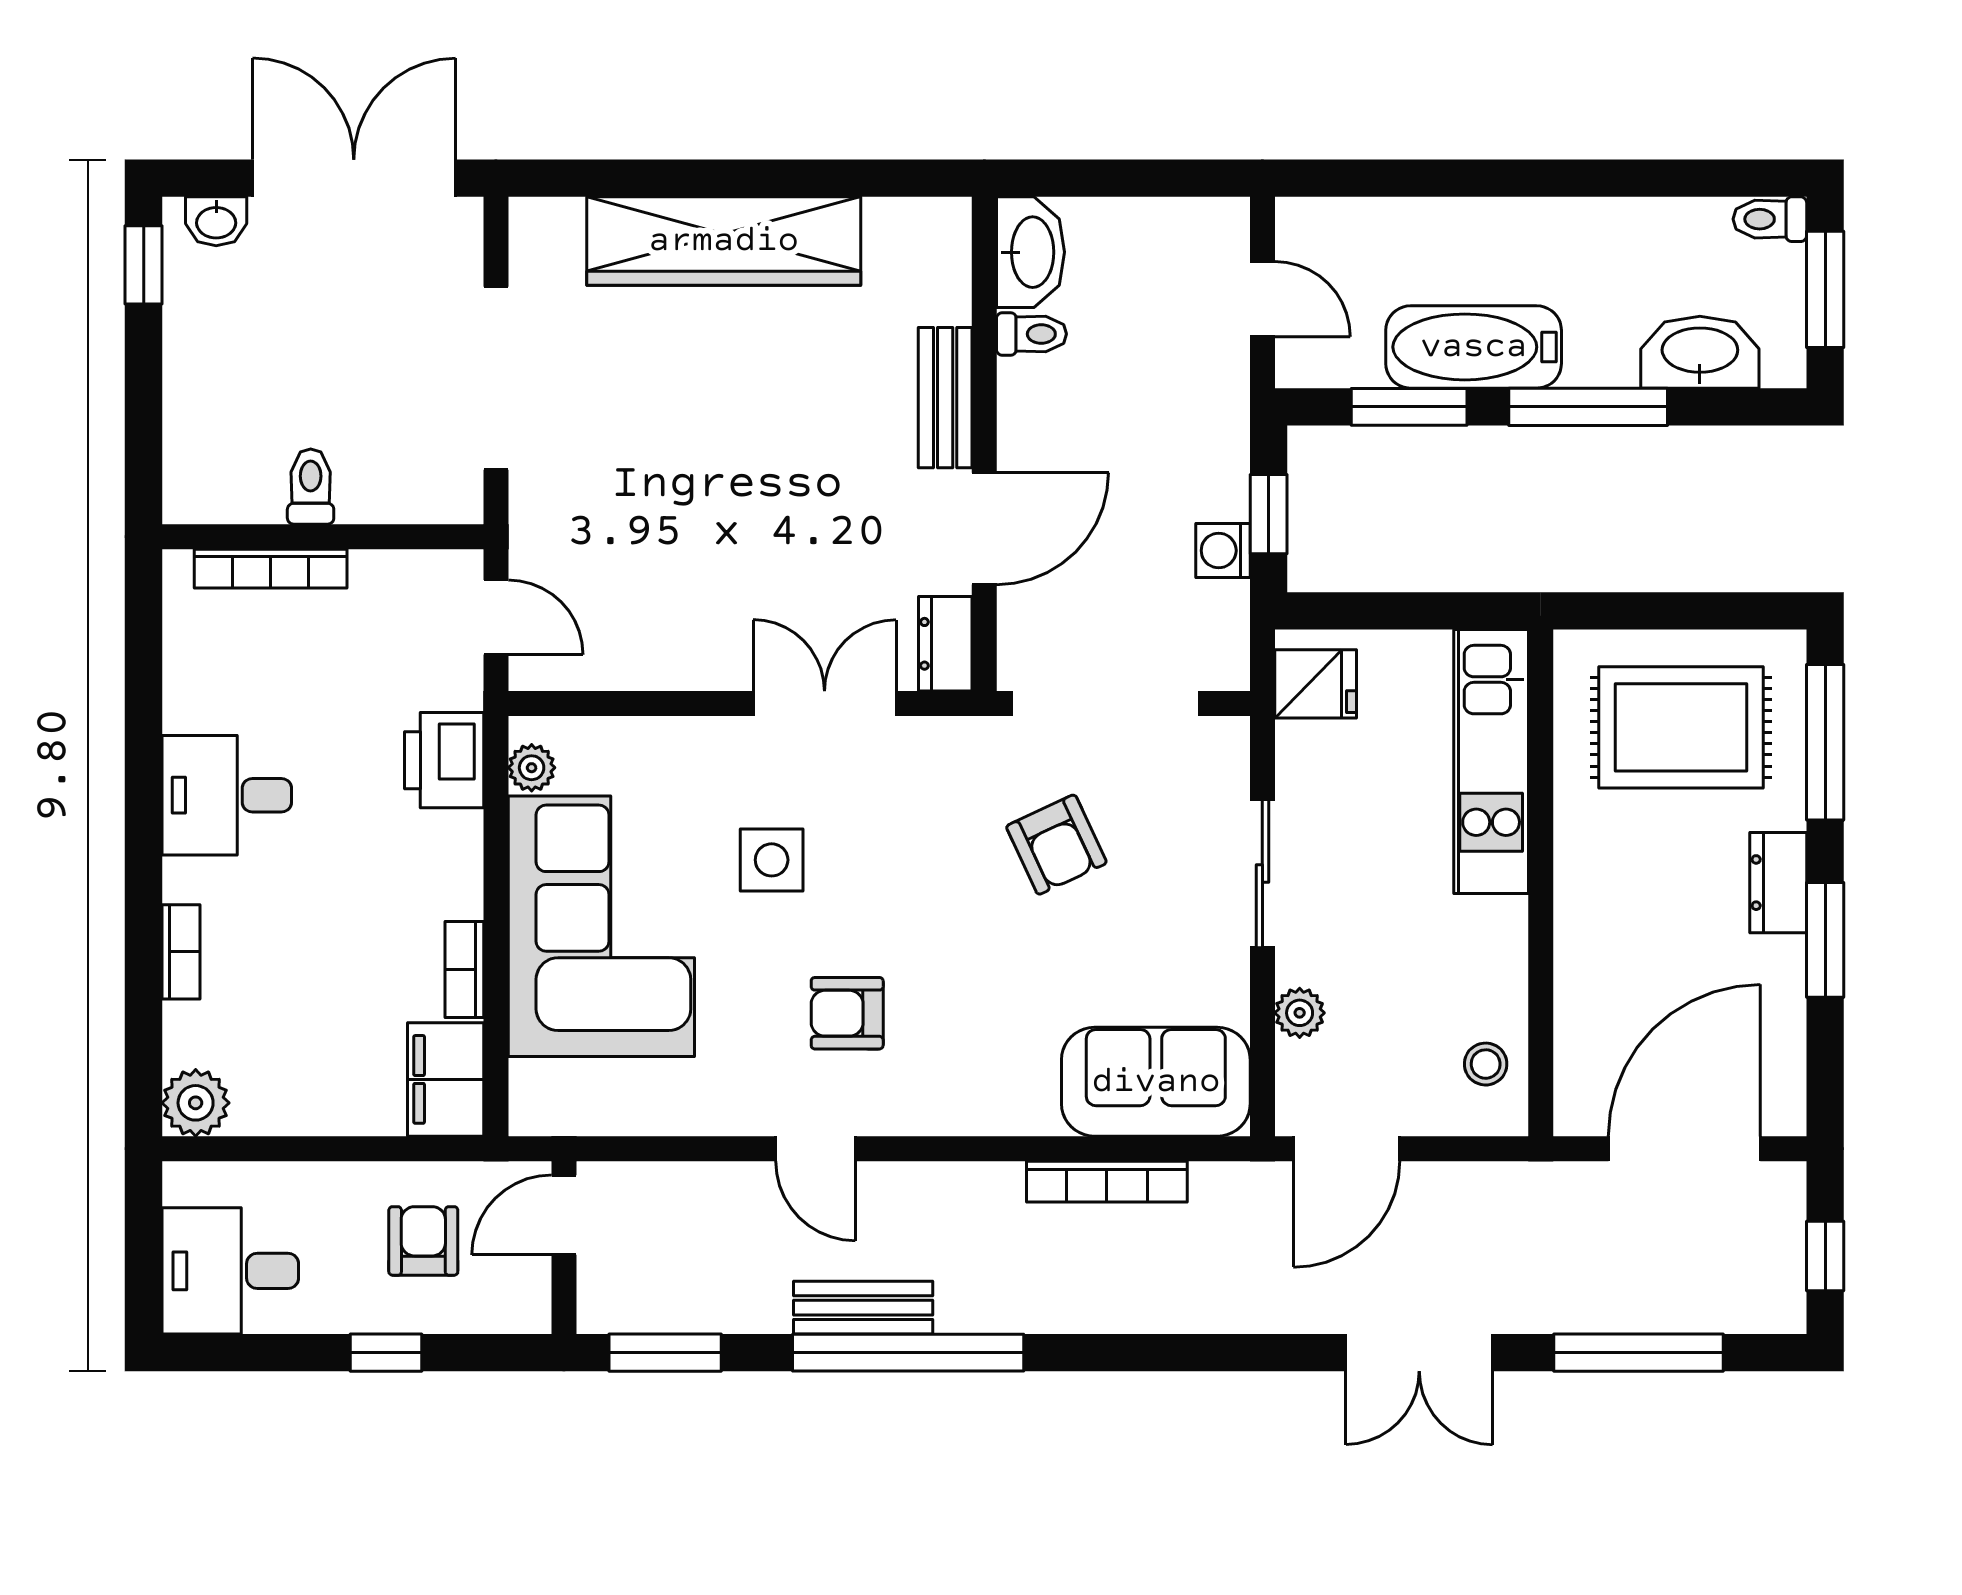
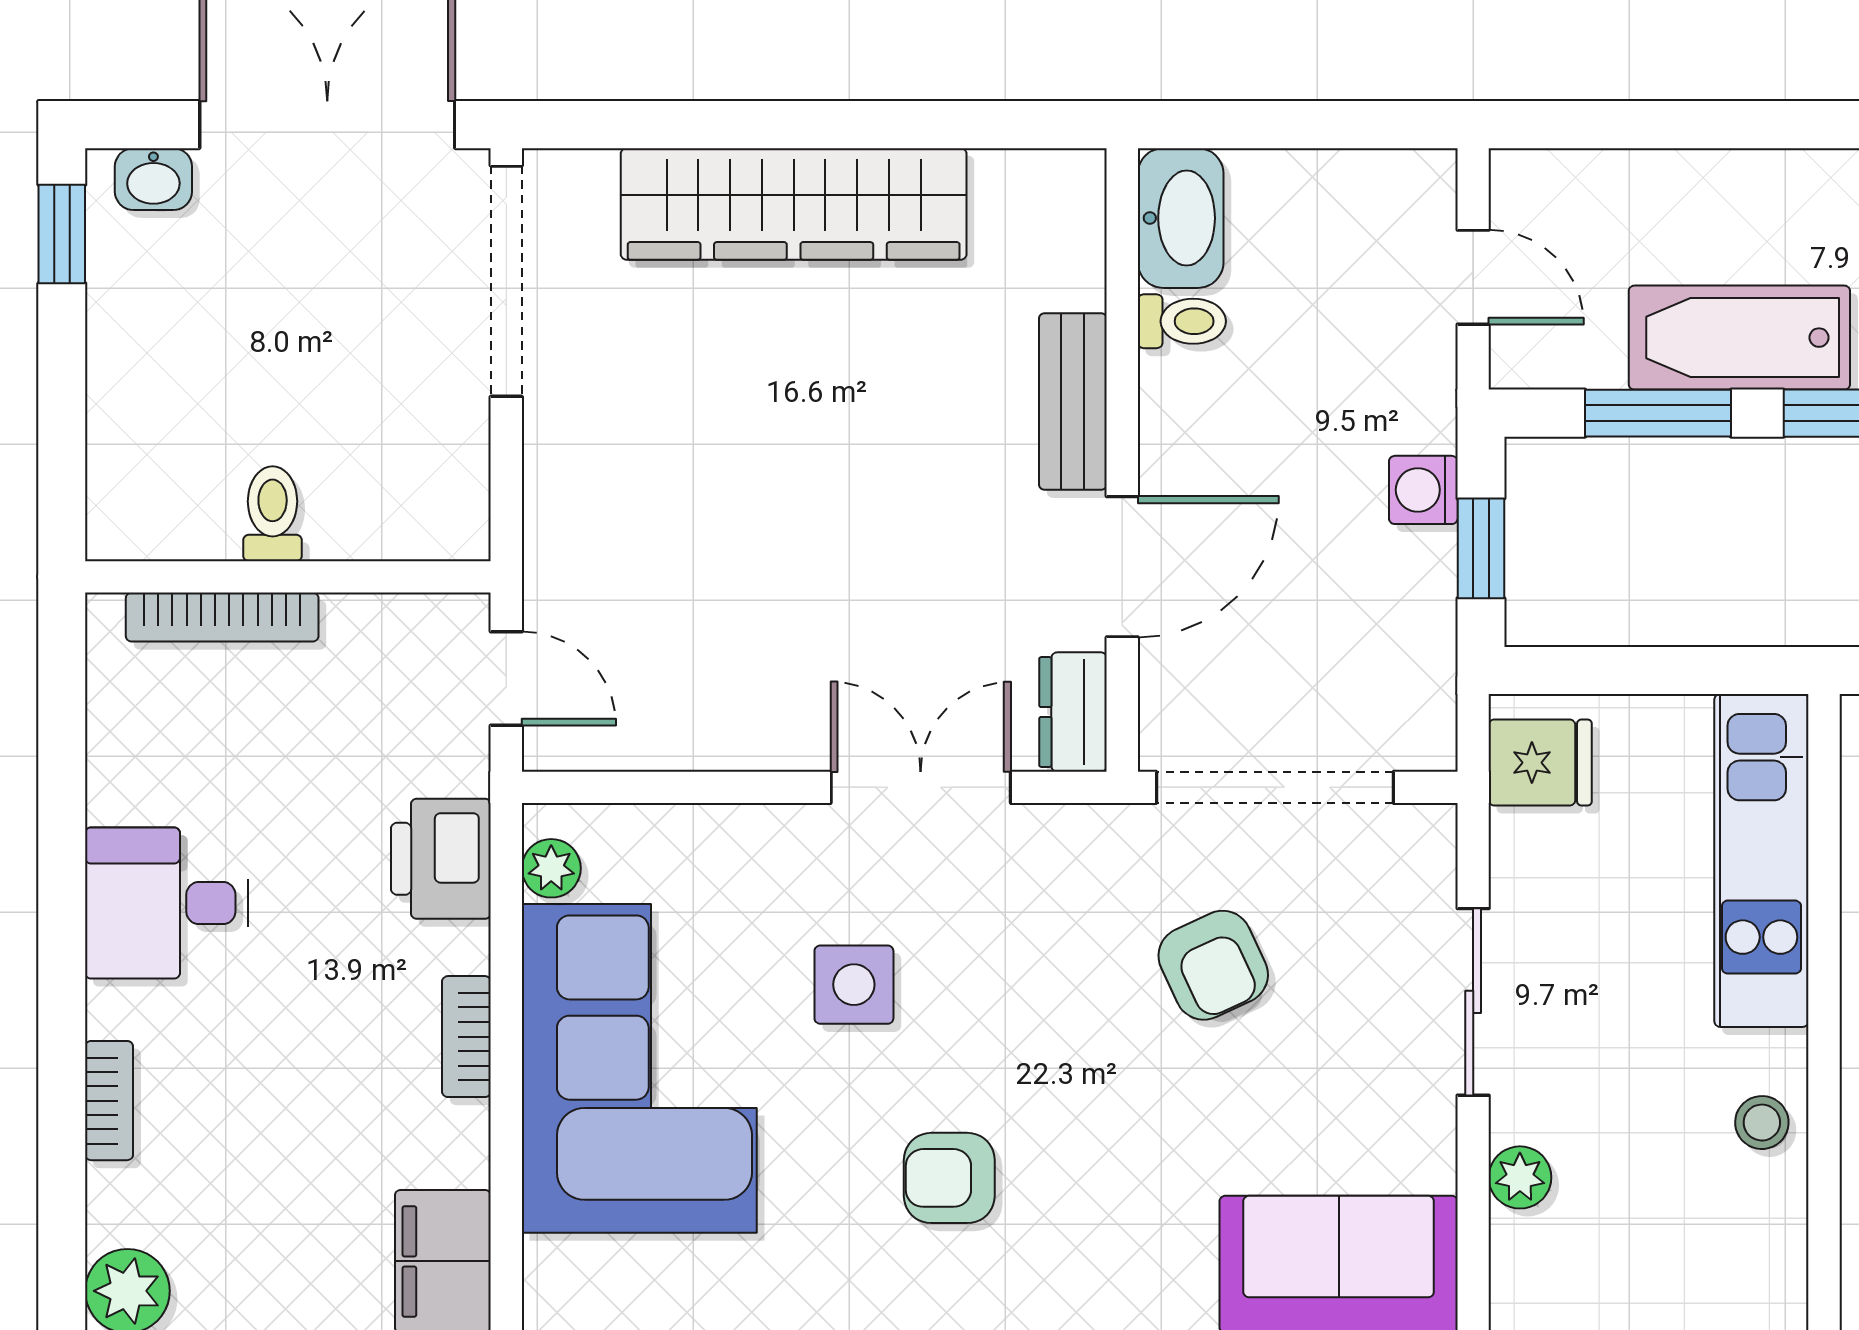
doorway: (496, 378) -> (506, 281), moved
washing machine: (1223, 551) -> (1423, 490), moved
bookcase: (464, 970) -> (466, 1037), moved
stool: (1486, 1064) -> (1762, 1123), moved

